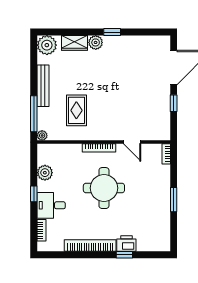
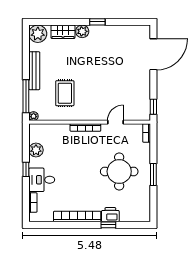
window: (174, 103) -> (153, 107), moved
door: (132, 142) -> (115, 122), swing flipped
round table: (104, 188) -> (119, 171), moved

